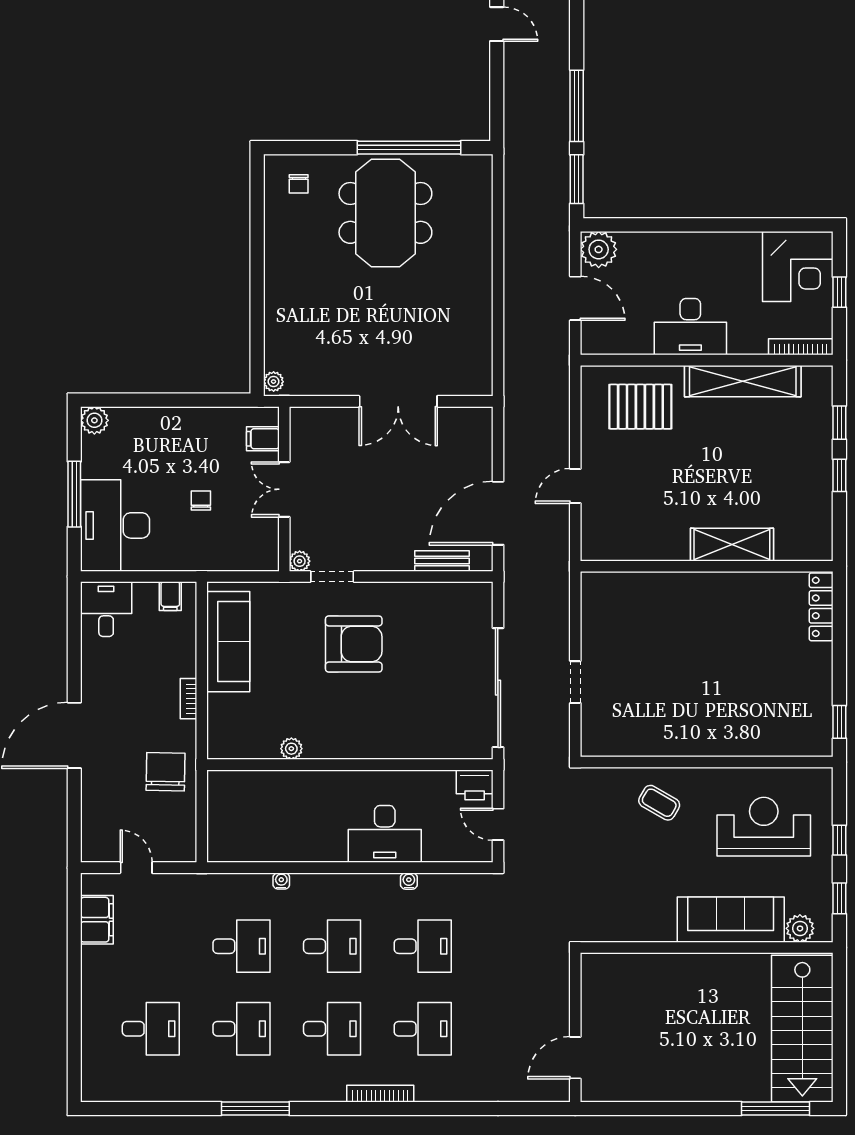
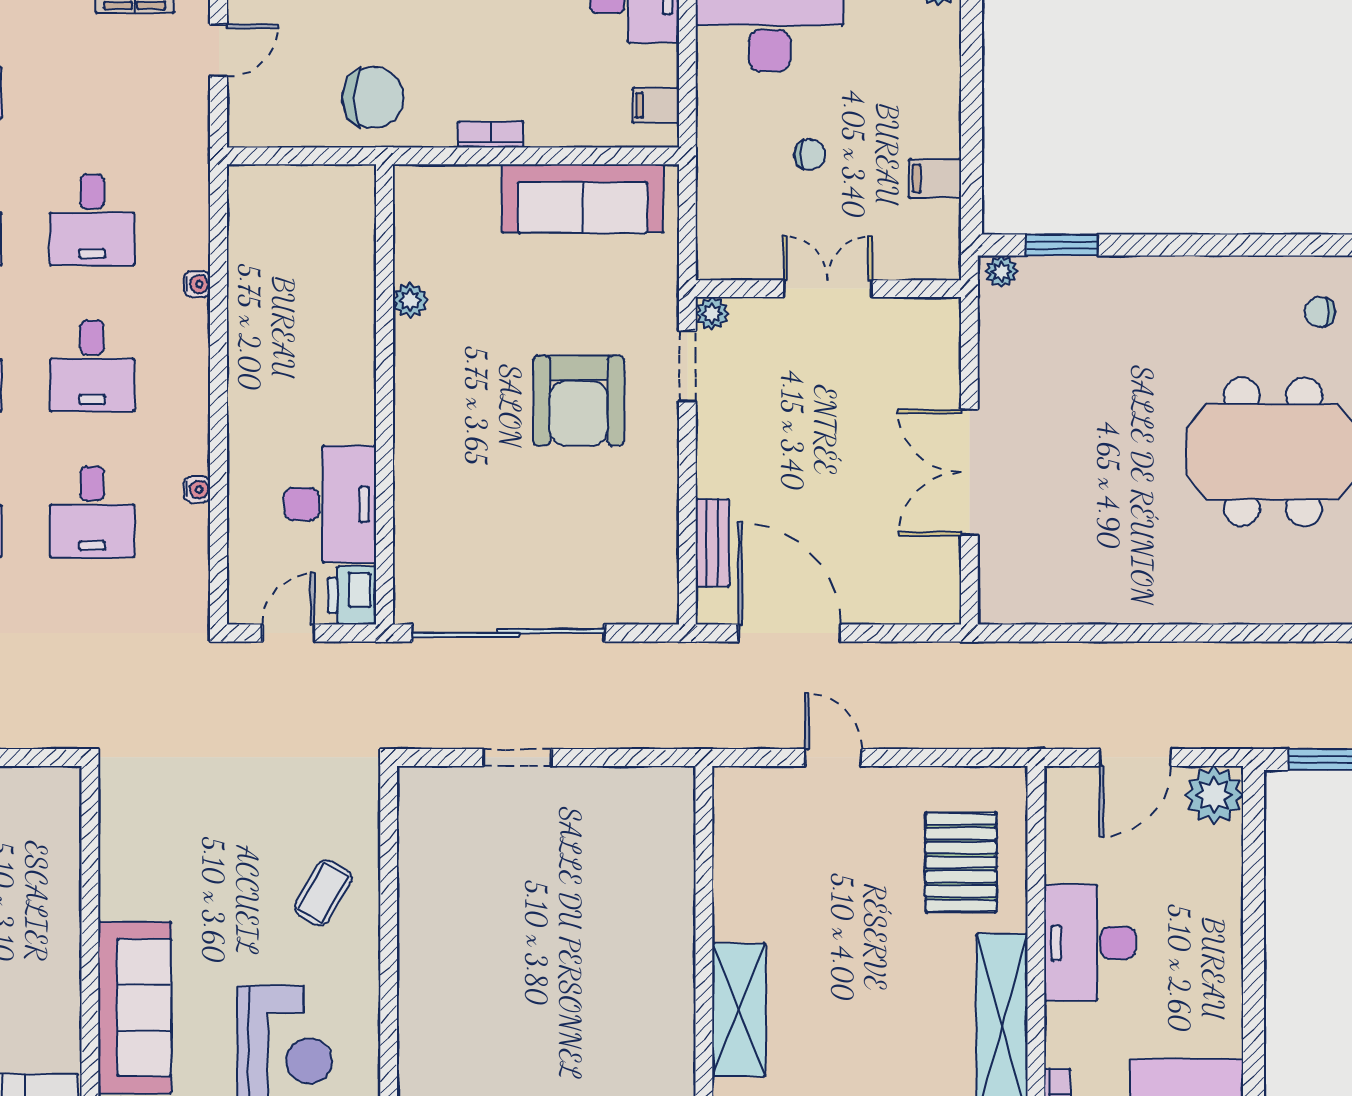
window: (257, 344) -> (1062, 245), added
filing cabinet: (263, 439) -> (935, 179), moved, turned -90
desk: (385, 834) -> (330, 504), moved, turned 180

